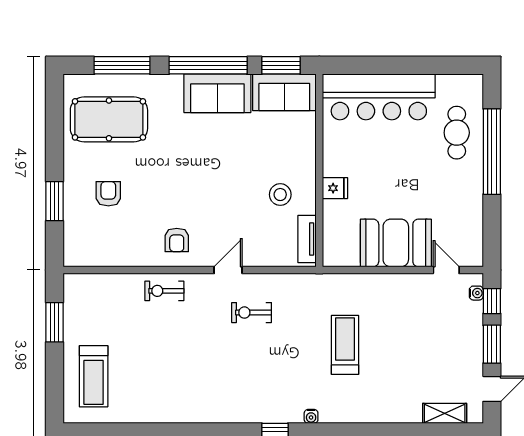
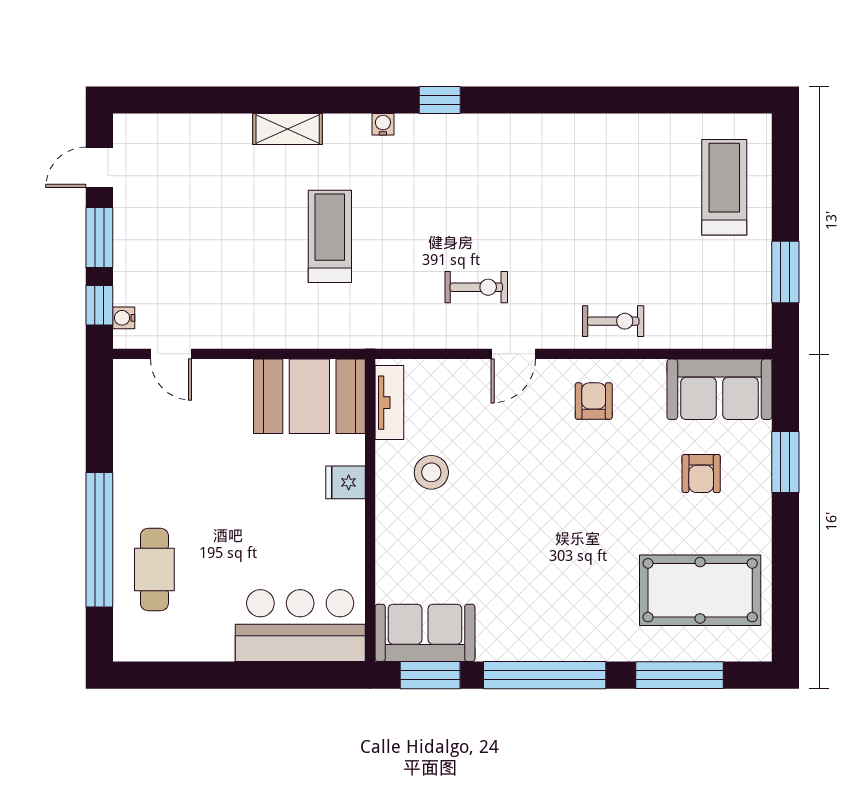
sofa: (217, 93) -> (720, 389), moved, turned 180
bar counter: (379, 97) -> (300, 626), width x0.73
booth: (396, 243) -> (309, 396), moved
treadmill: (345, 345) -> (330, 236), turned 180
shelving: (445, 413) -> (288, 129), moved

